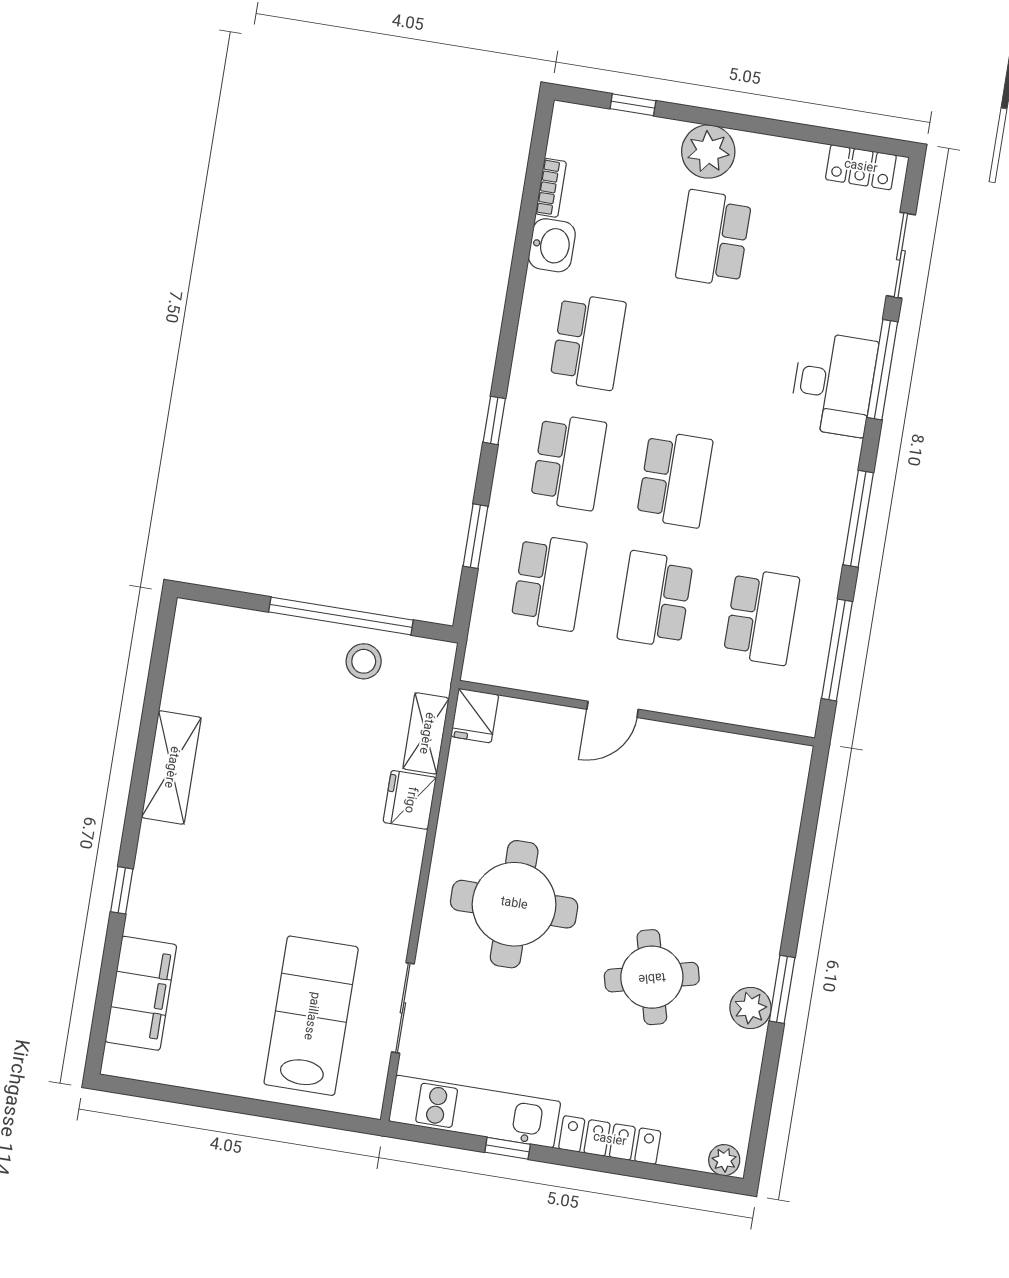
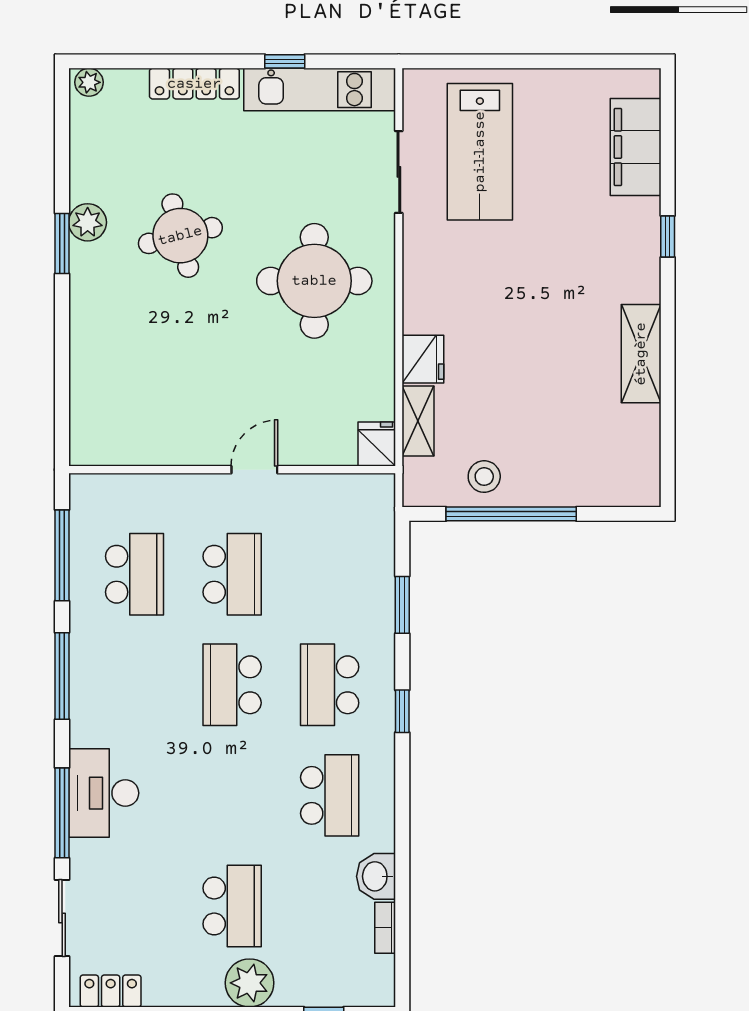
school desk: (588, 342) -> (330, 795), turned 180
school desk: (549, 582) -> (330, 574), removed
school desk: (761, 617) -> (135, 574), turned 180

